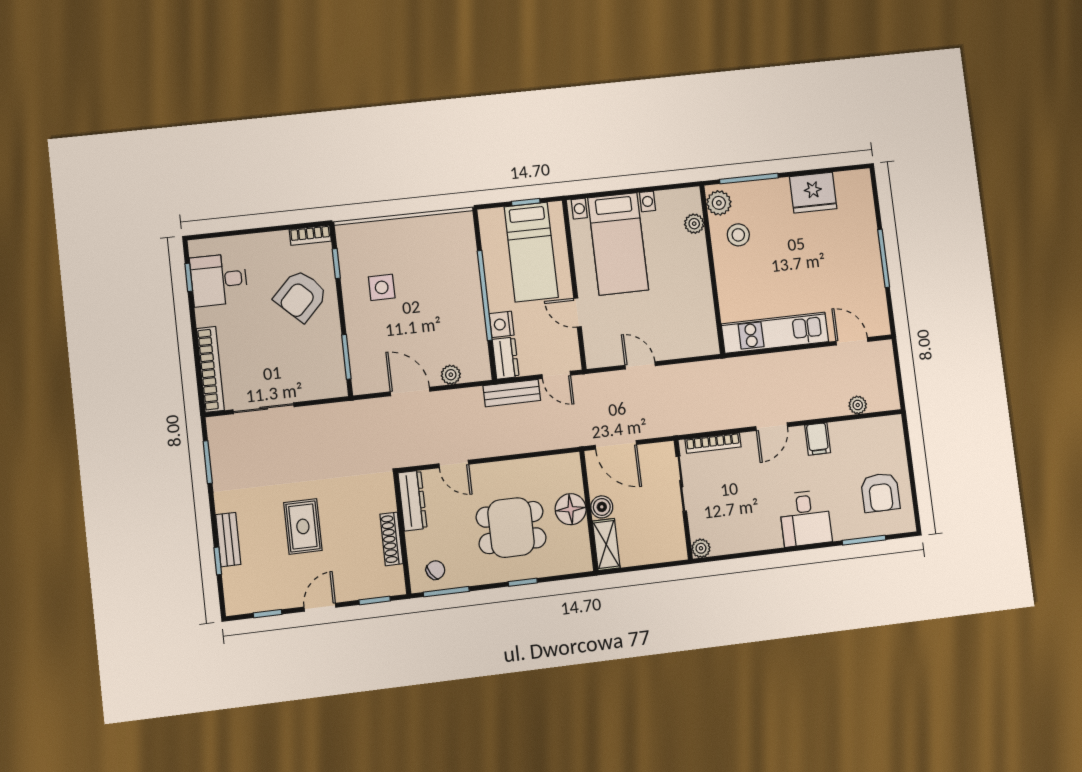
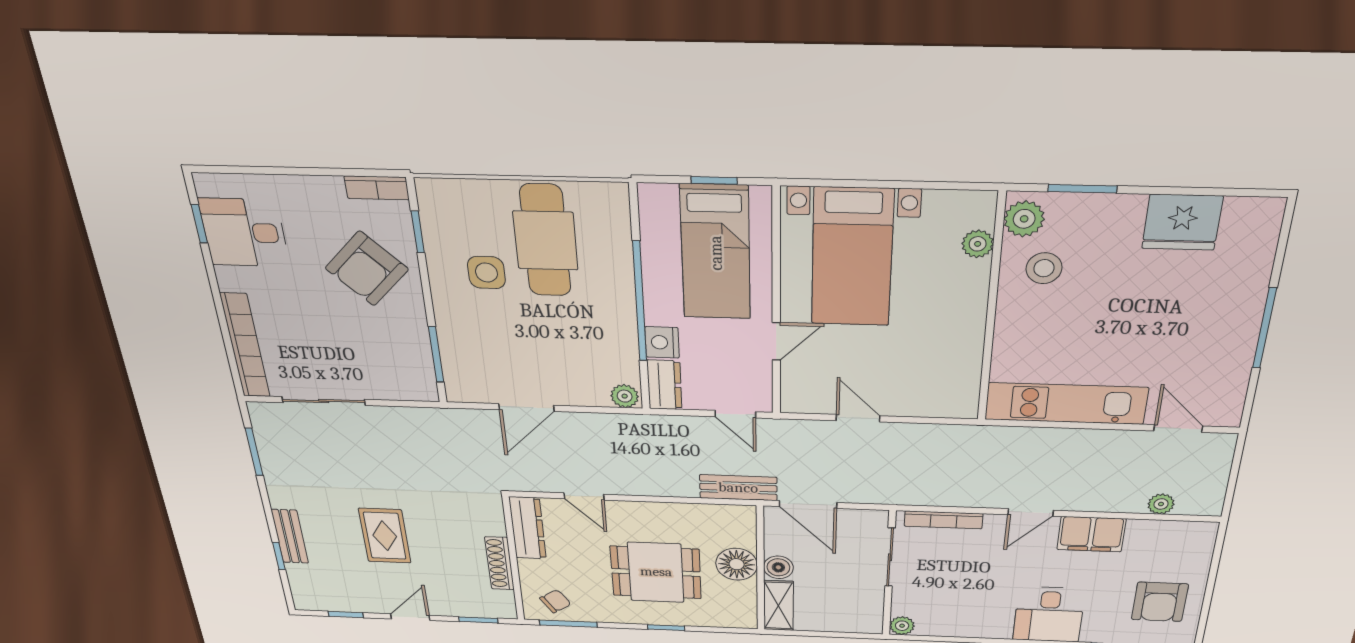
window: (749, 179) -> (1082, 189), width x0.69
cafe table: (421, 258) -> (545, 241), added
door: (578, 312) -> (776, 341), swing flipped
plant: (451, 375) -> (625, 396), moved
door: (410, 392) -> (526, 408), swing flipped
bench: (512, 393) -> (738, 488), moved
filing cabinet: (818, 439) -> (1091, 534), width x2.00

